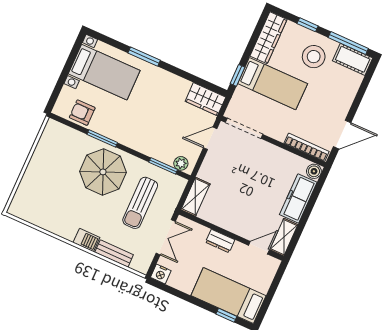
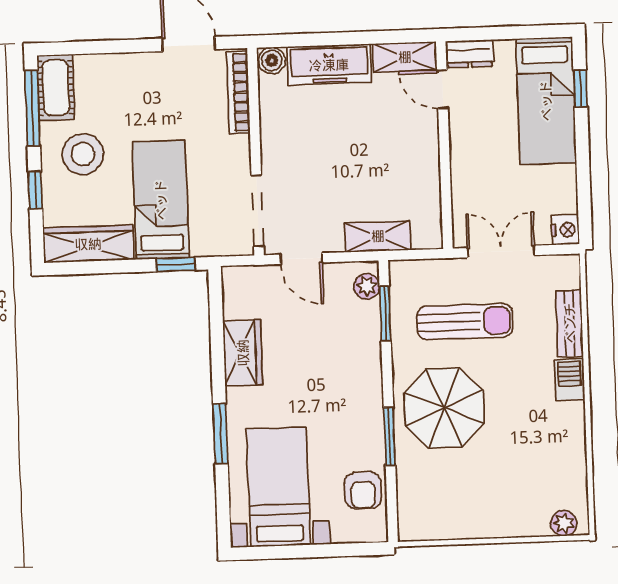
wardrobe: (205, 99) -> (243, 353), moved
shelving: (195, 197) -> (378, 236), moved
plant: (18, 203) -> (564, 523), added
dresser: (220, 241) -> (470, 54), moved, turned 90

